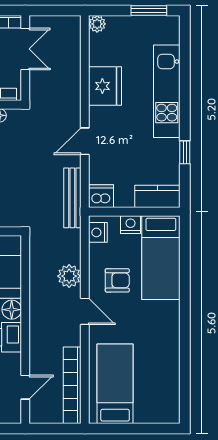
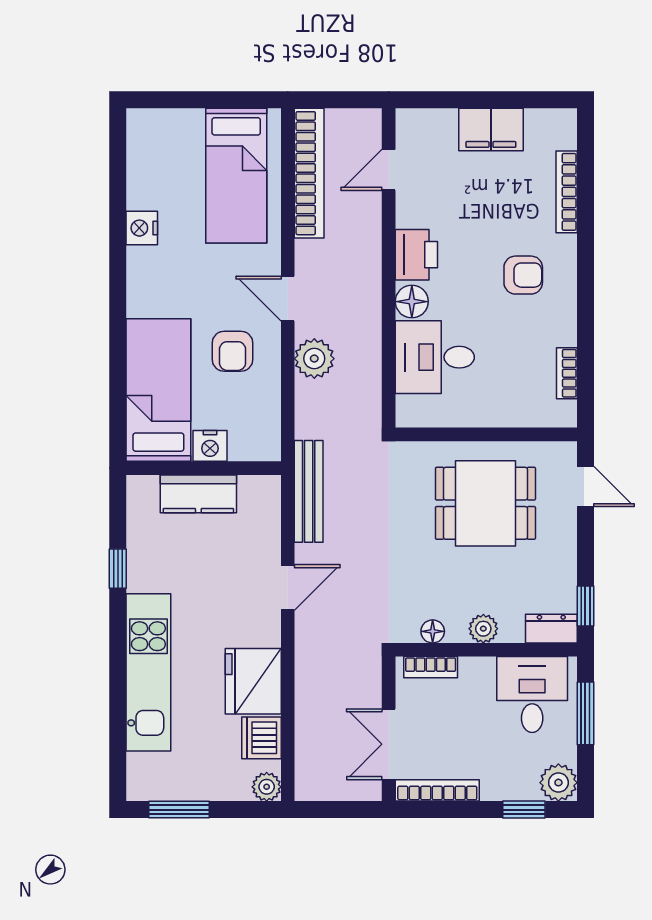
dishwasher: (101, 196) -> (261, 738), moved, turned 90
kitchen counter: (157, 196) -> (198, 494), moved
nightstand: (98, 232) -> (142, 228), moved, turned 180
armchair: (117, 280) -> (233, 351), turned -90

